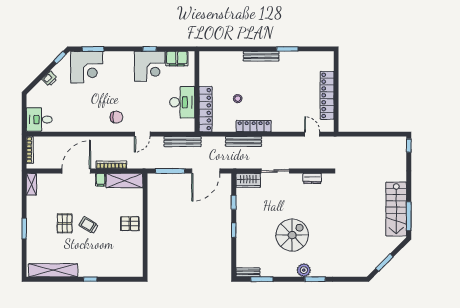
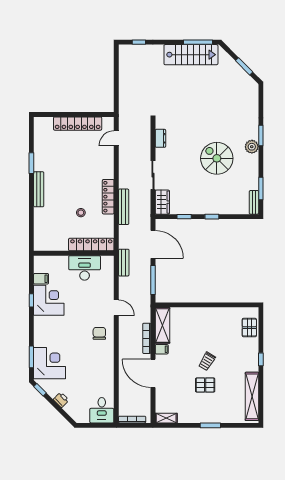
filing cabinet: (177, 59) -> (41, 279), width x0.50
bench: (183, 142) -> (124, 263), width x0.73
window: (409, 146) -> (139, 42), moved
pallet: (130, 224) -> (249, 328), moved

